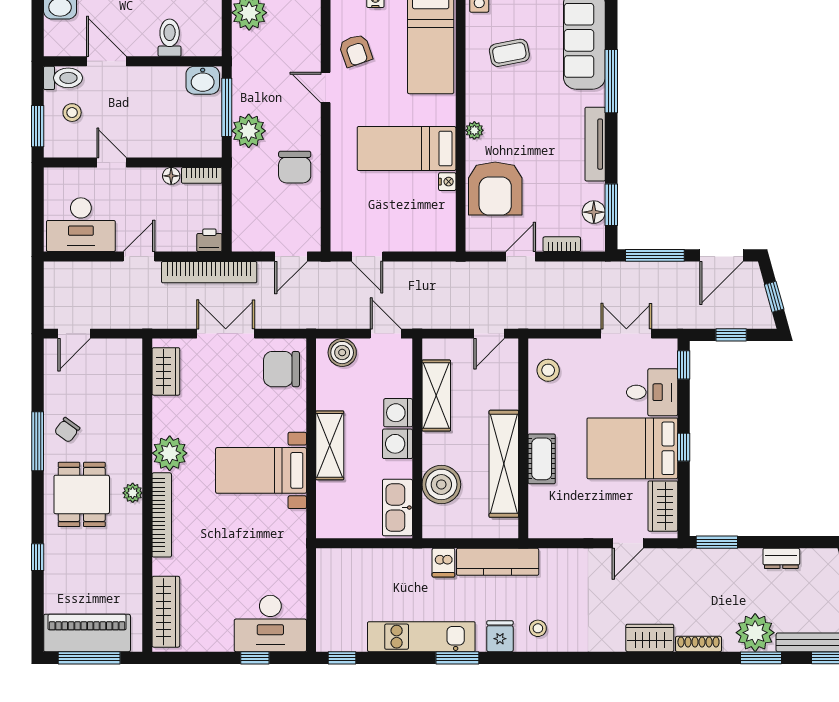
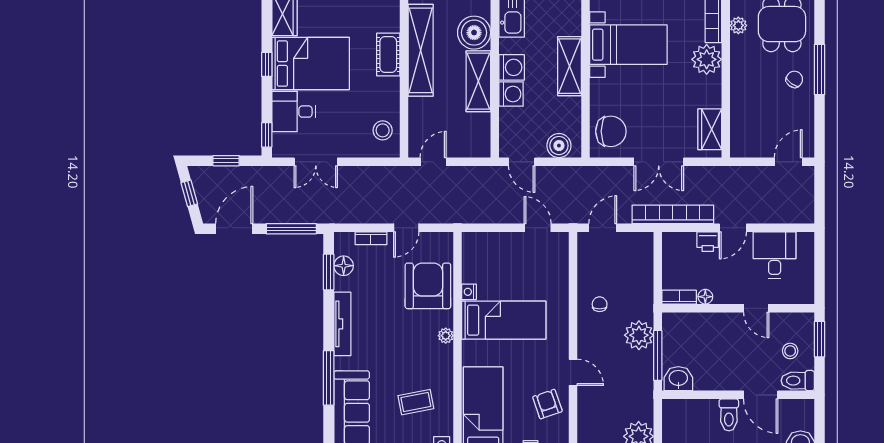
toilet: (170, 38) -> (729, 415), moved
chair: (295, 167) -> (600, 304), width x0.54, depth x0.54
desk: (81, 225) -> (775, 255), width x0.73
printer: (209, 240) -> (708, 242), moved
shelving: (436, 396) -> (478, 81), moved

